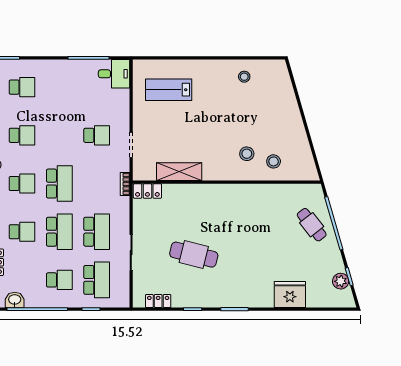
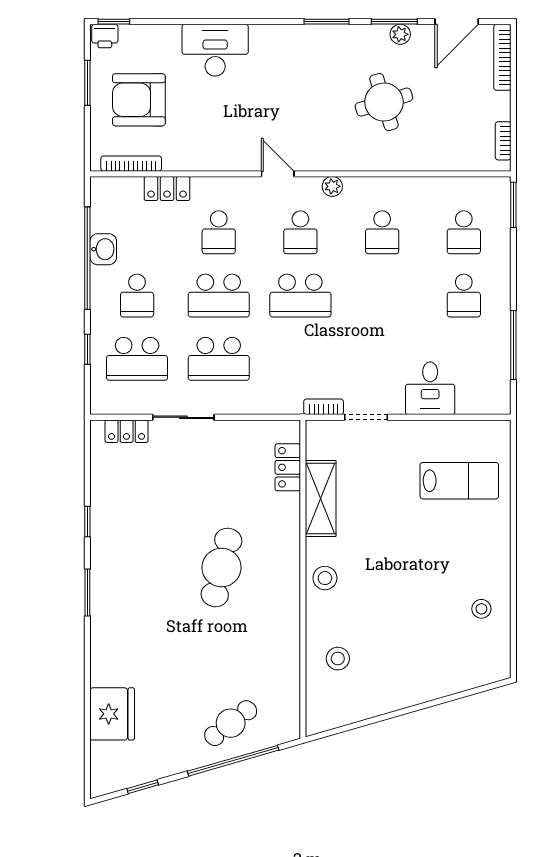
desk: (114, 74) -> (430, 388), moved
lab bench: (169, 90) -> (459, 481), turned 90
school desk: (97, 135) -> (464, 296), moved
stool: (247, 154) -> (325, 578), moved
bookcase: (125, 184) -> (324, 407), moved
locker: (147, 191) -> (288, 467), moved
cafe table: (194, 255) -> (222, 567), moved
plant: (341, 281) -> (135, 772), removed
fridge: (290, 295) -> (112, 714), moved
washbasin: (15, 300) -> (103, 249), moved
locker: (158, 301) -> (127, 431), moved, turned 90

